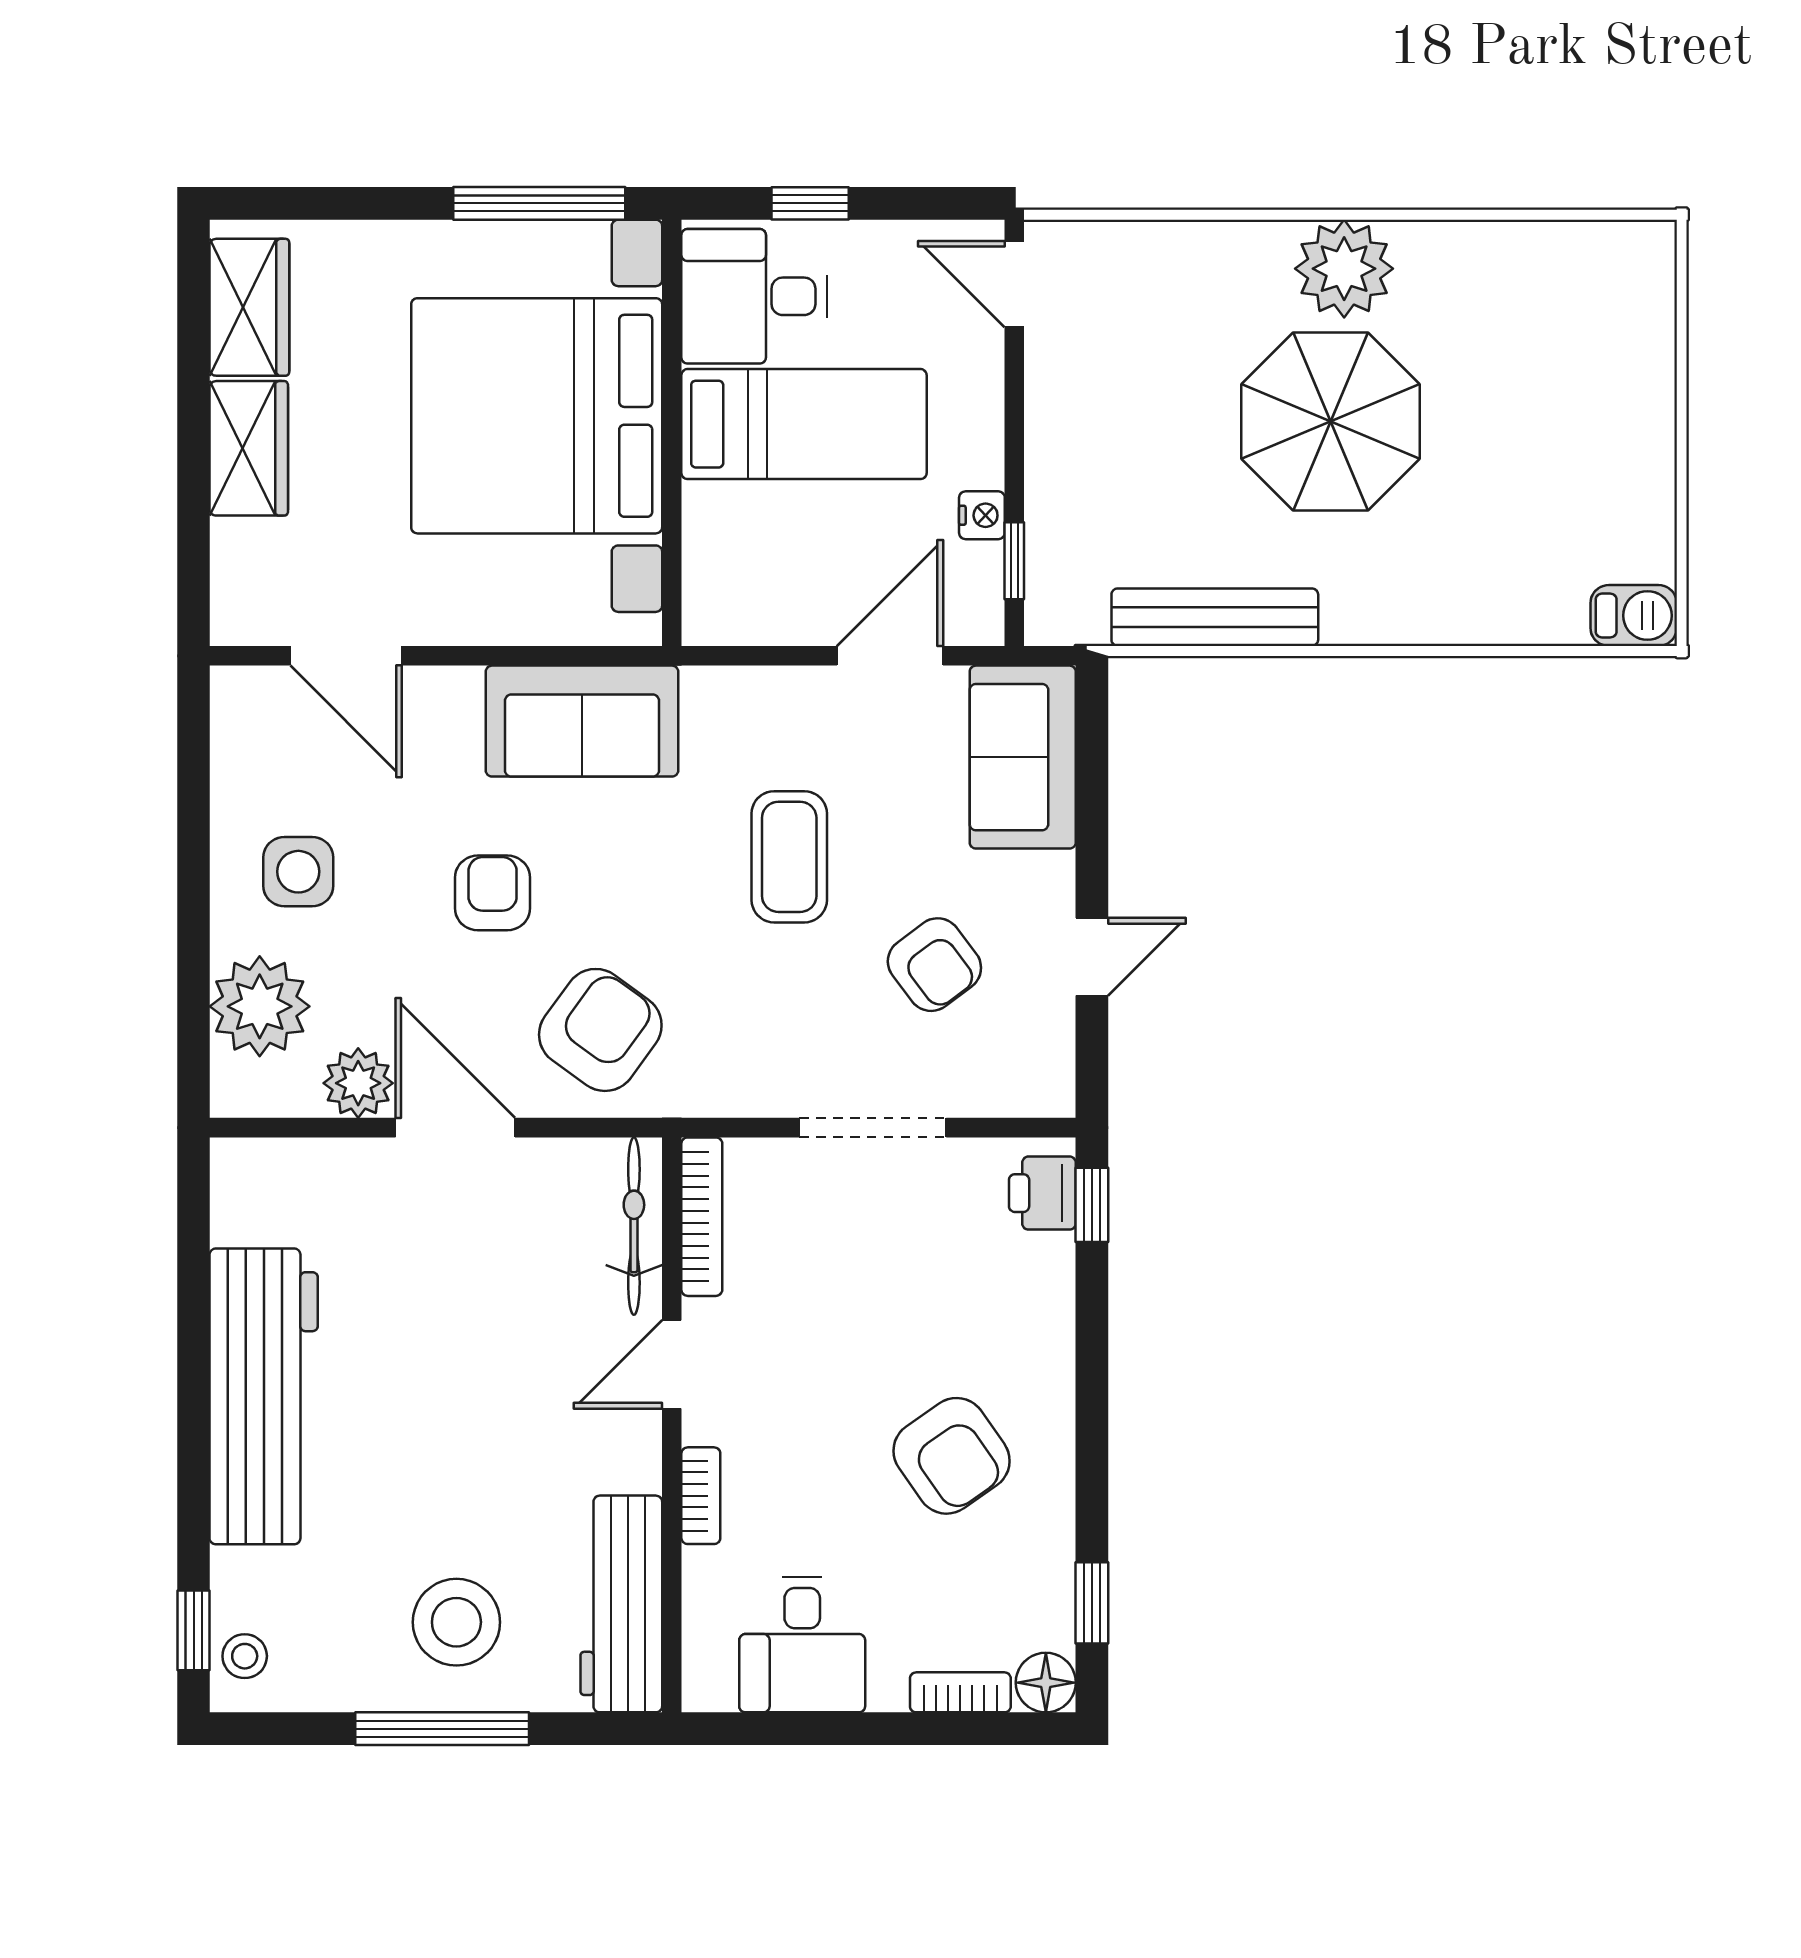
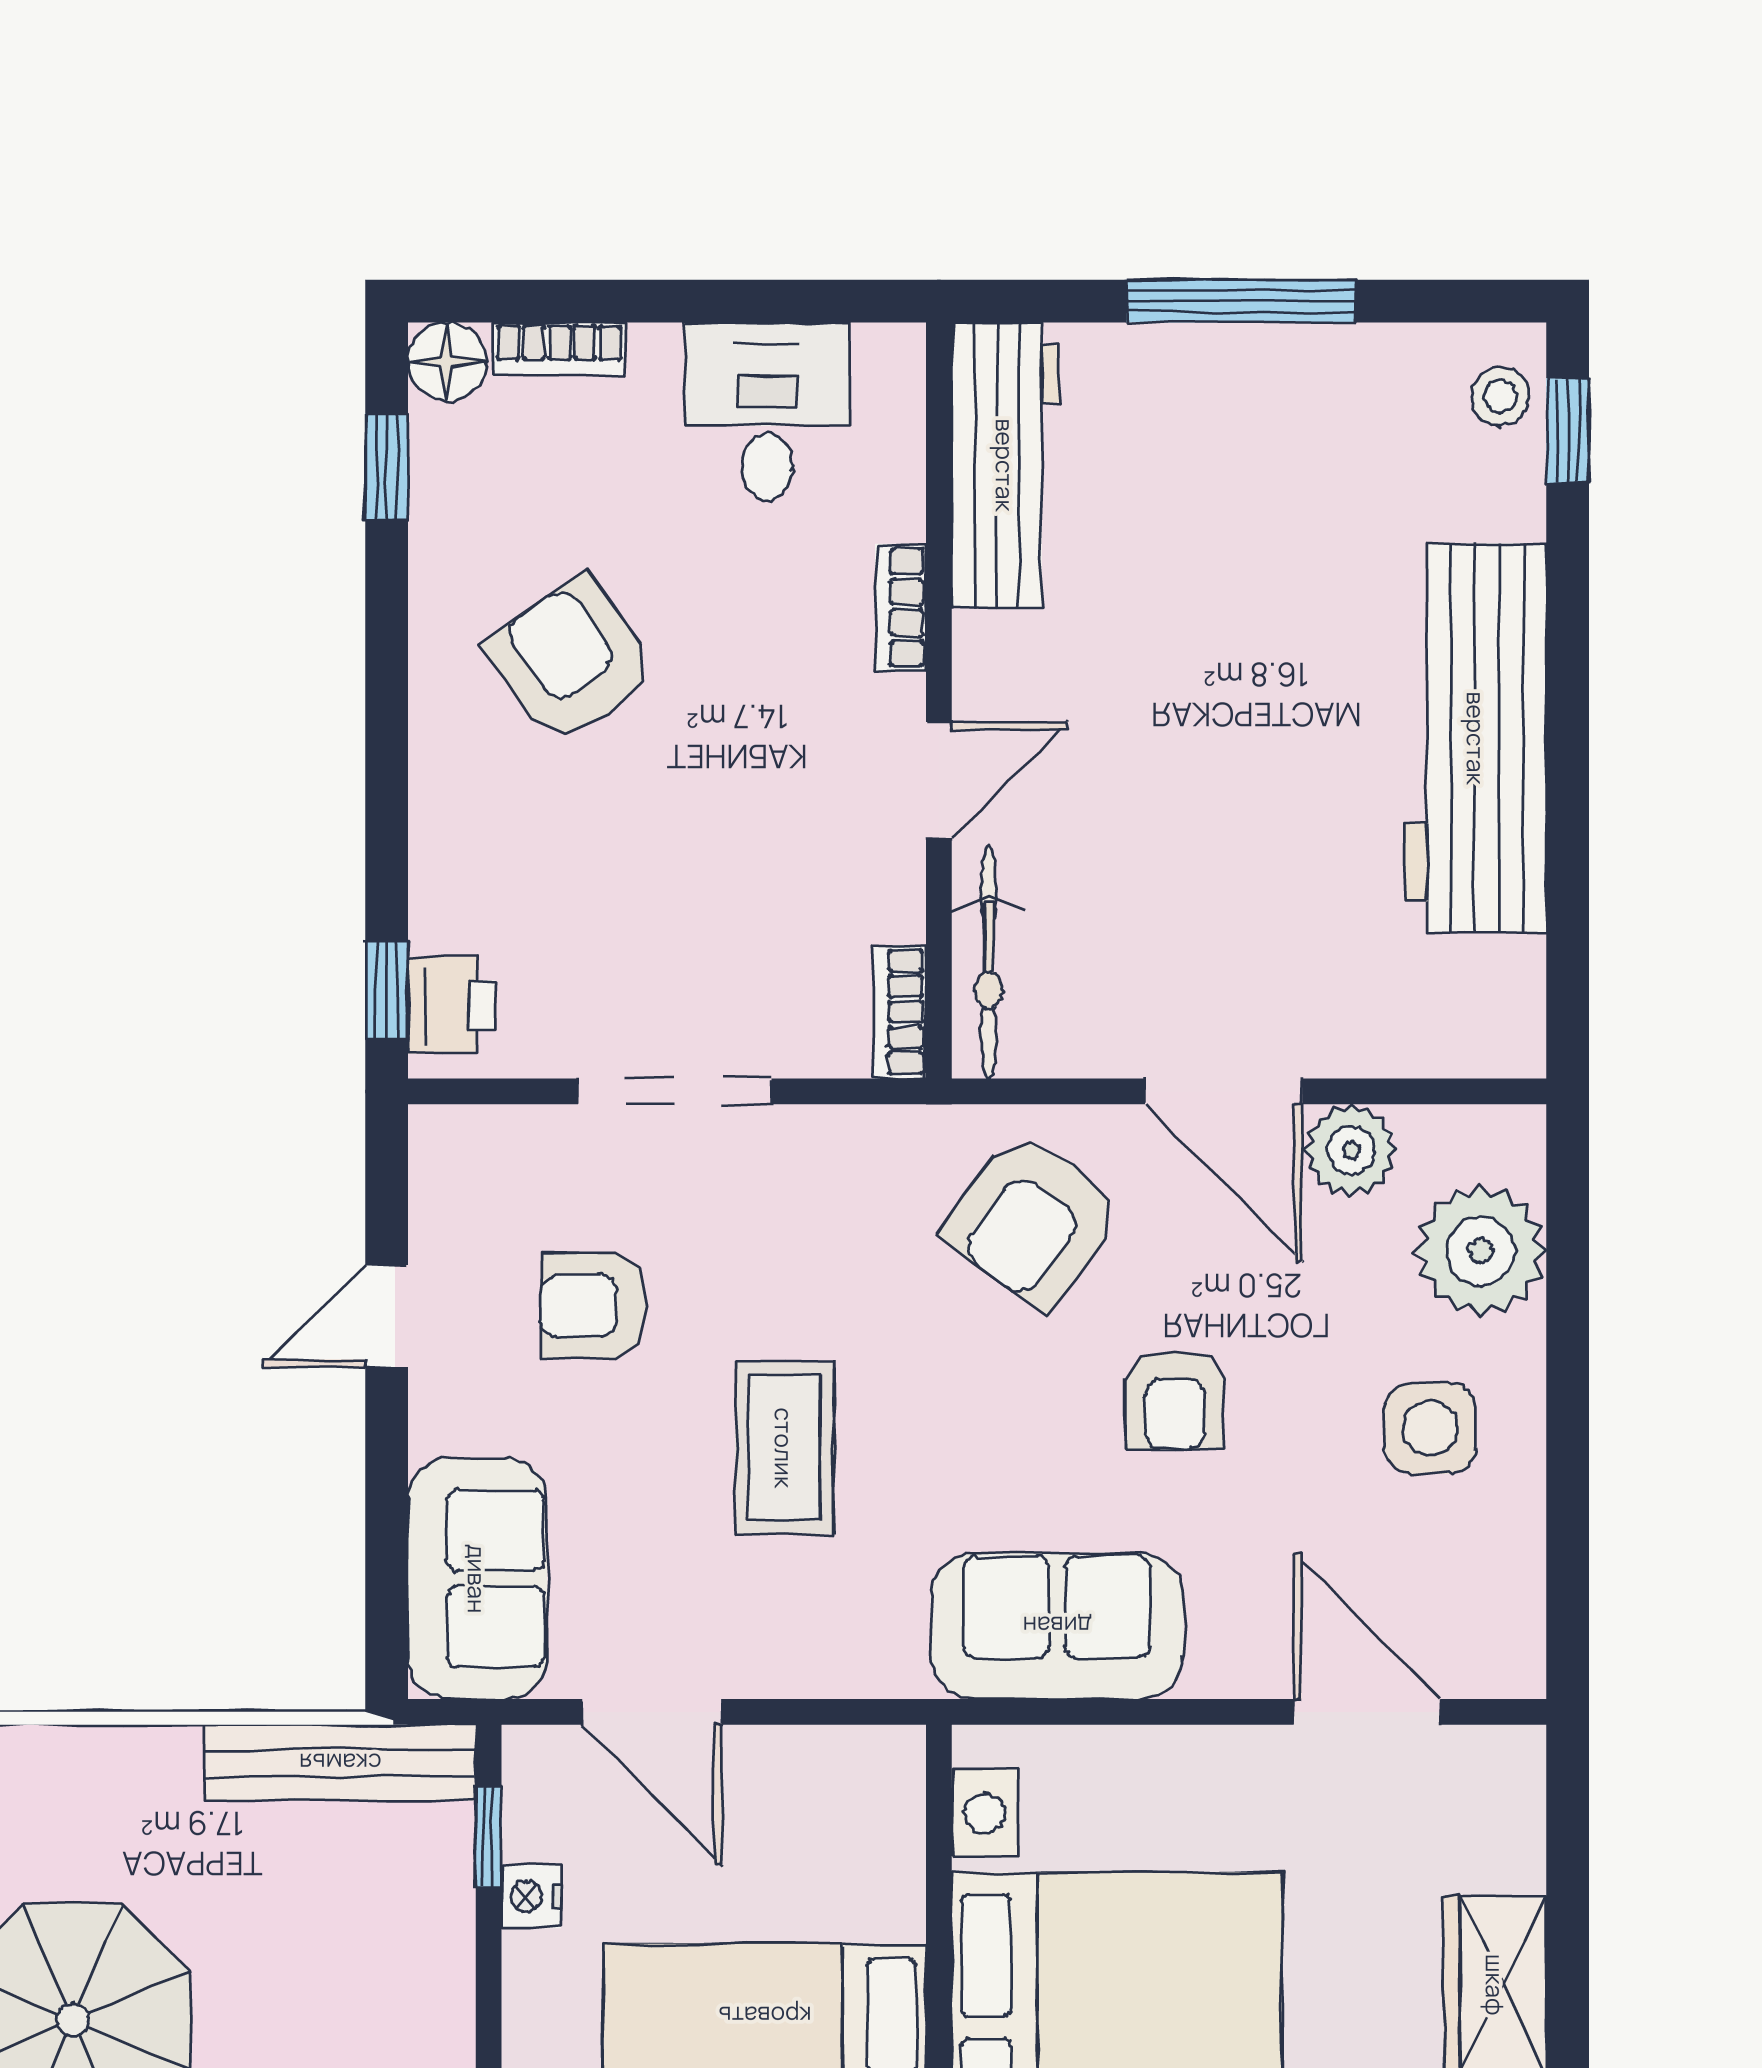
bench: (1215, 617) -> (340, 1763), moved
door: (890, 656) -> (652, 1712), hinge flipped
armchair: (934, 965) -> (594, 1306), turned -53
bookcase: (702, 1217) -> (899, 1012), width x0.64
stool: (456, 1622) -> (1222, 441), removed

